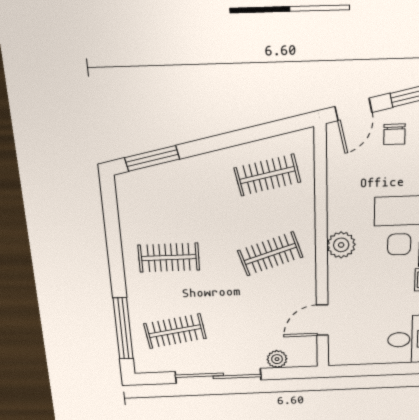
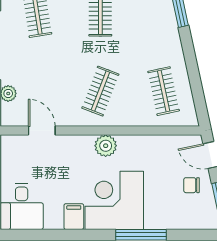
clothes rail: (270, 254) -> (100, 91), turned 39

